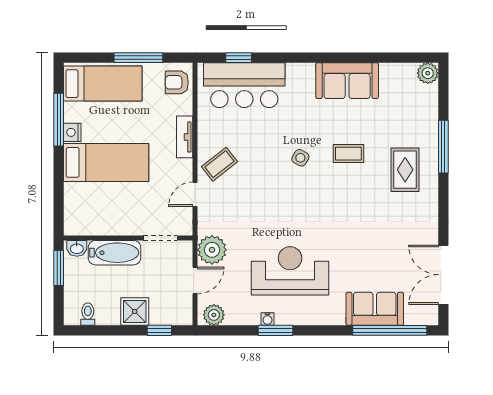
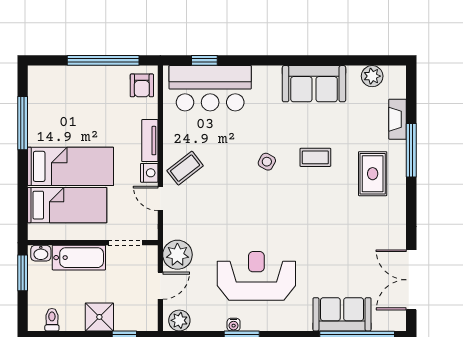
window: (138, 58) -> (103, 60), width x1.46
plant: (428, 73) -> (372, 76), moved
armchair: (177, 82) -> (142, 85), turned -90
bed: (103, 84) -> (67, 205), moved
fireplace: (430, 116) -> (398, 119), added
nightstand: (72, 132) -> (149, 173), moved, turned 180
door: (195, 194) -> (160, 198), hinge flipped

